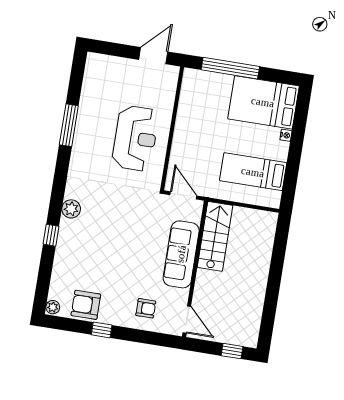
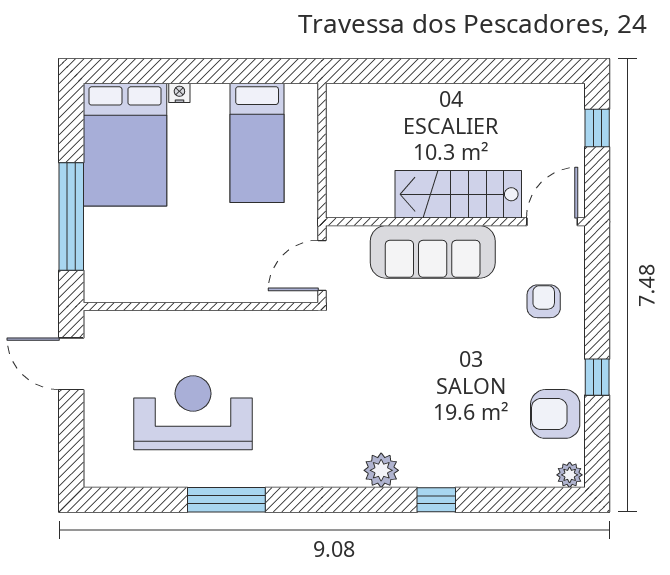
reception desk: (135, 138) -> (193, 413), moved
stairs: (215, 236) -> (458, 194), moved
armchair: (86, 305) -> (555, 414), turned 90

